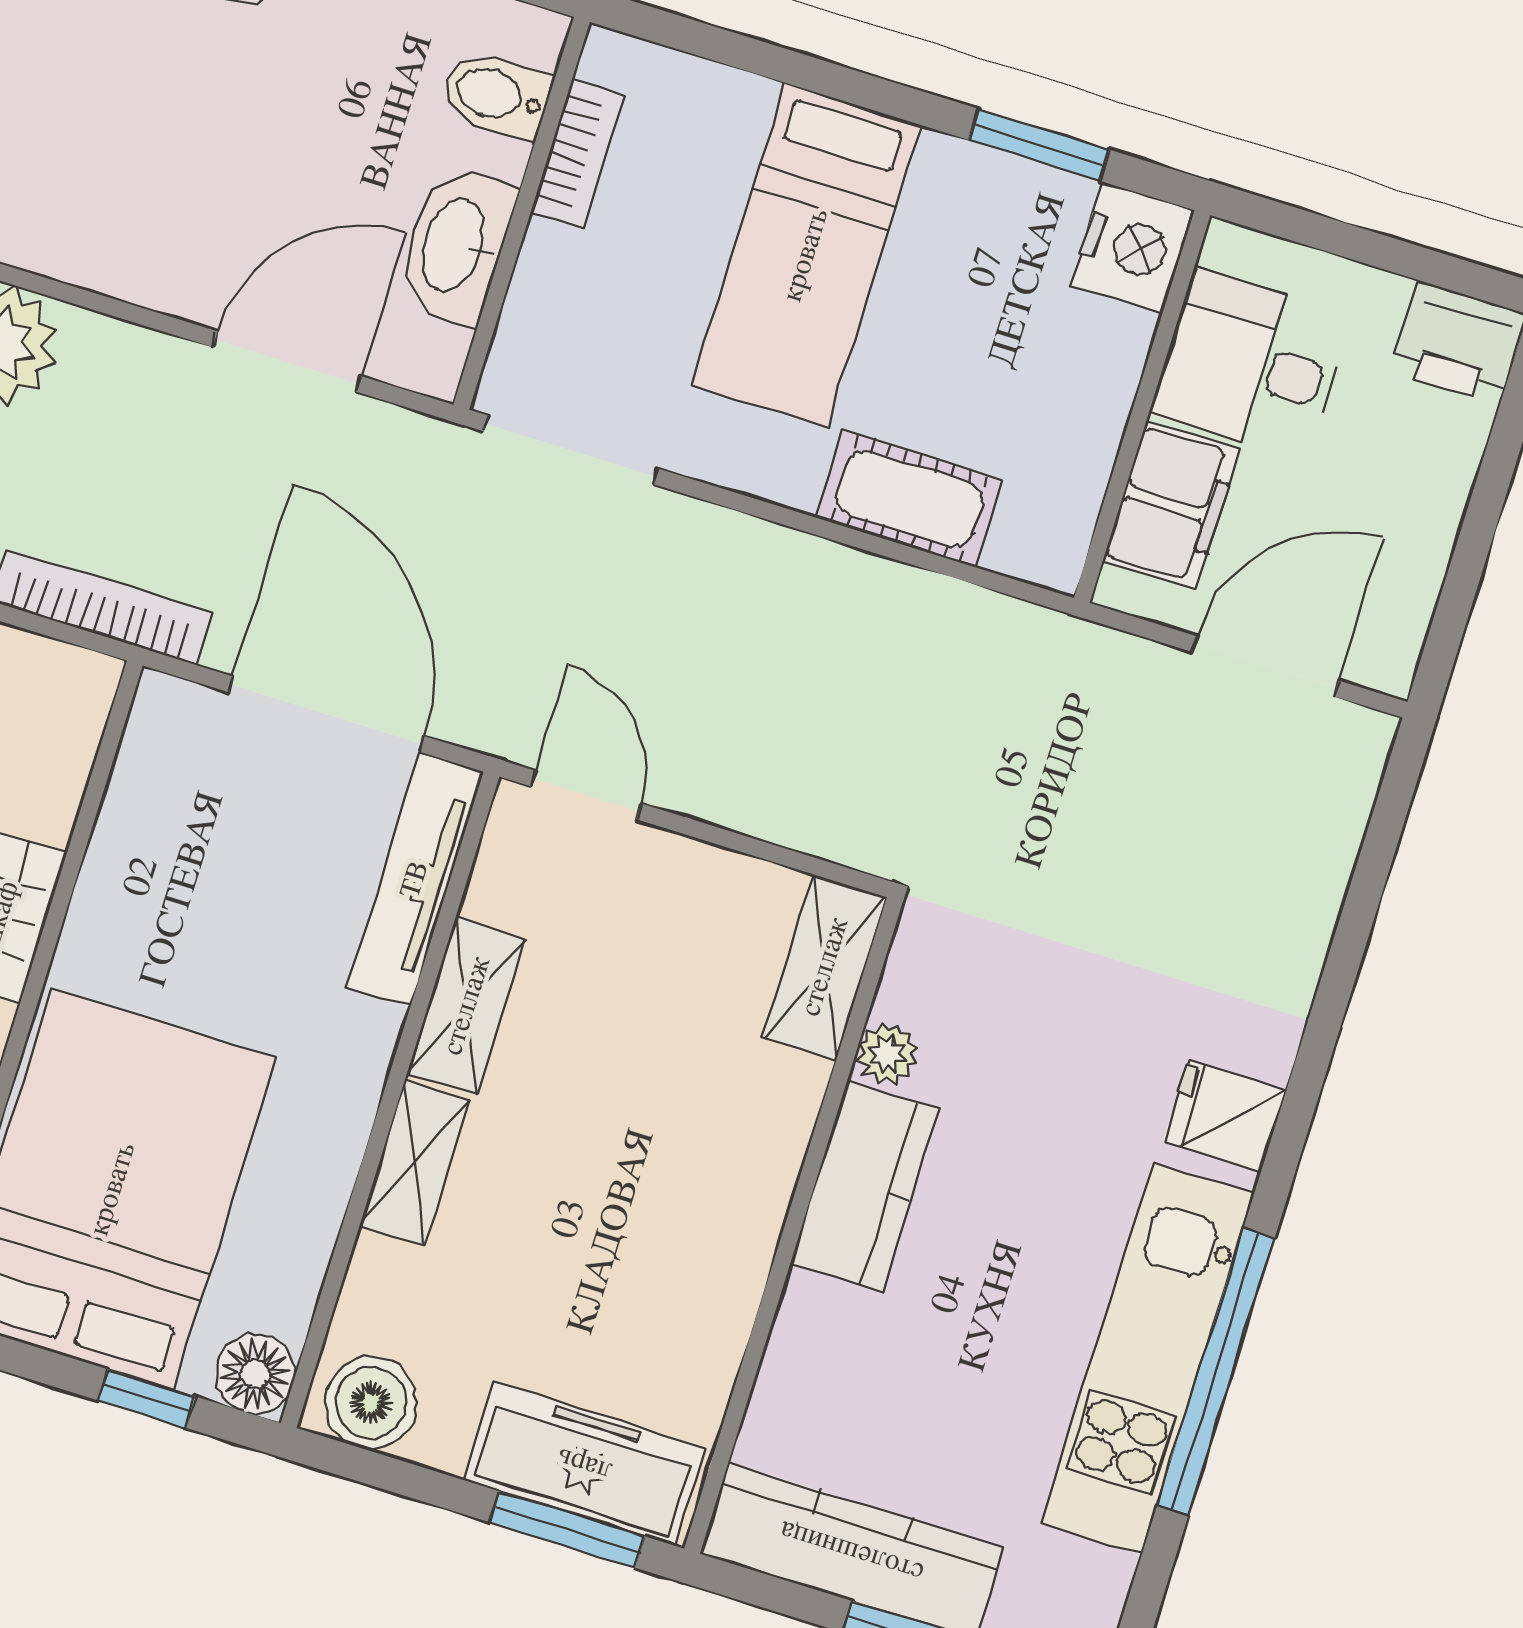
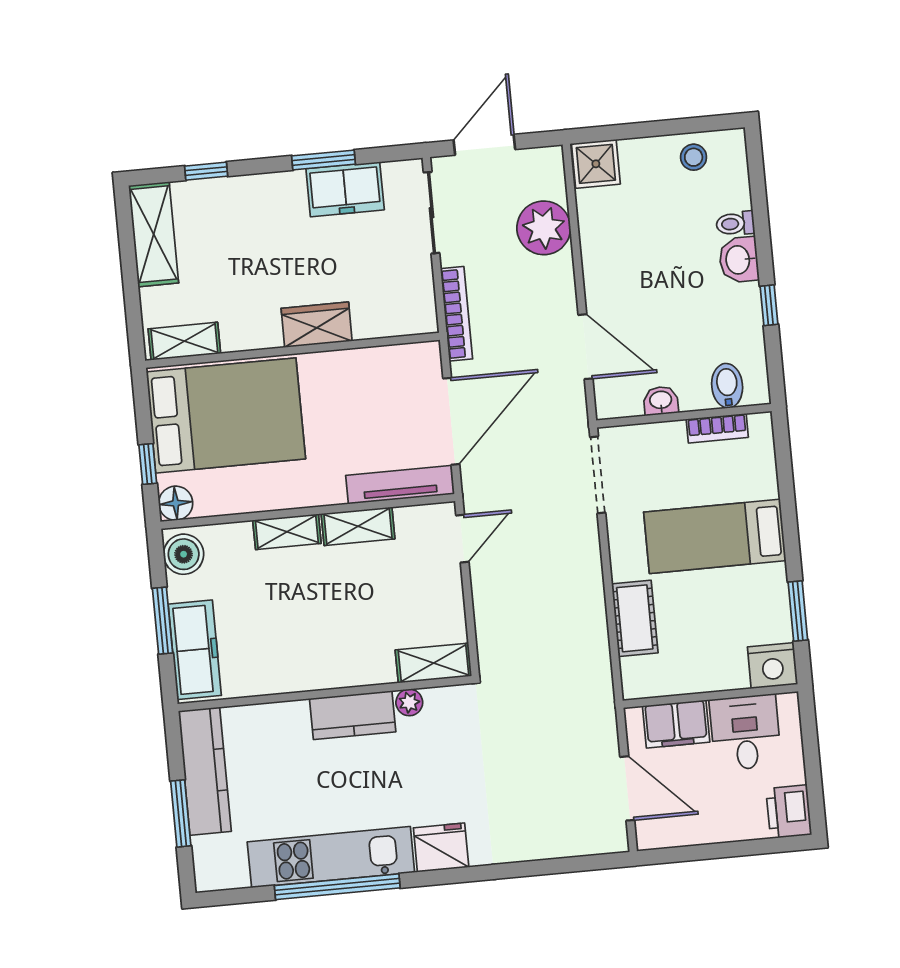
washbasin: (455, 245) -> (661, 401), width x0.52, depth x0.69
fridge: (1225, 1115) -> (441, 848), width x1.38
window: (567, 1529) -> (163, 621), moved

